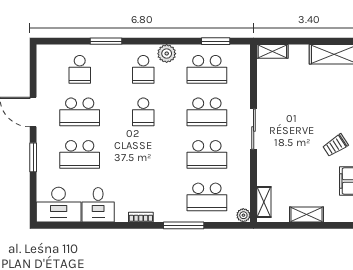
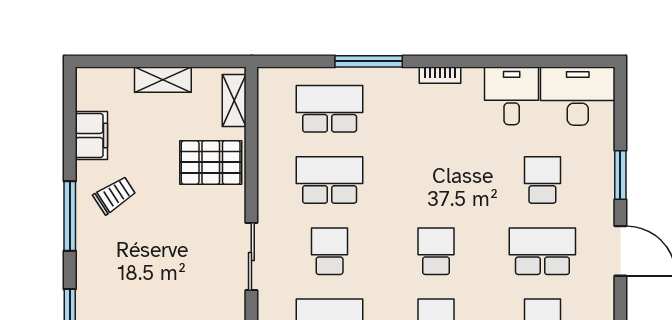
school desk: (207, 112) -> (330, 251), width x0.54
sliding door: (254, 129) -> (251, 257), moved
school desk: (80, 154) -> (542, 180), width x0.54
pallet: (278, 165) -> (211, 162), added
plant: (243, 215) -> (268, 78), removed

